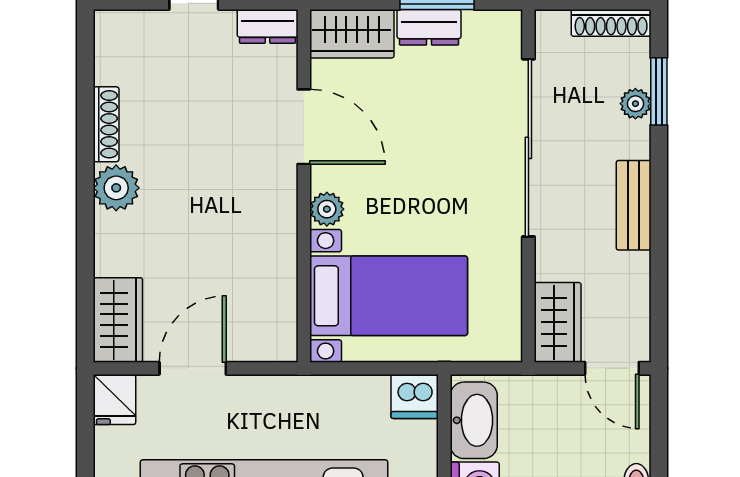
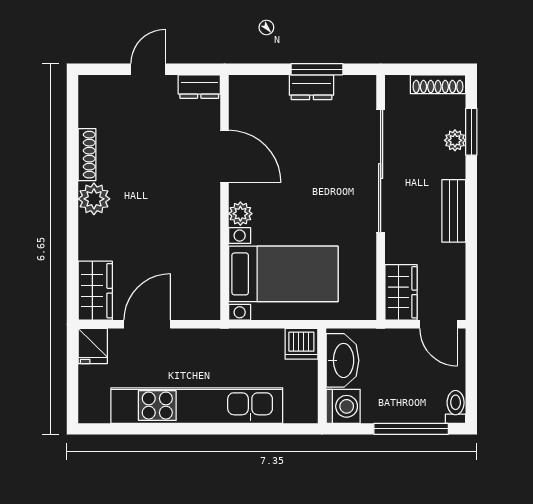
wardrobe: (352, 34) -> (258, 92), removed

